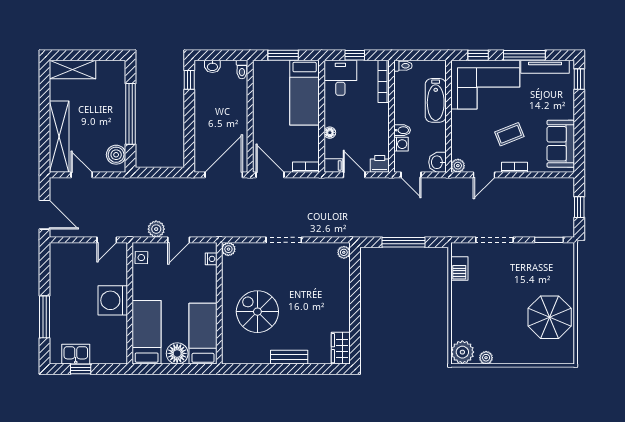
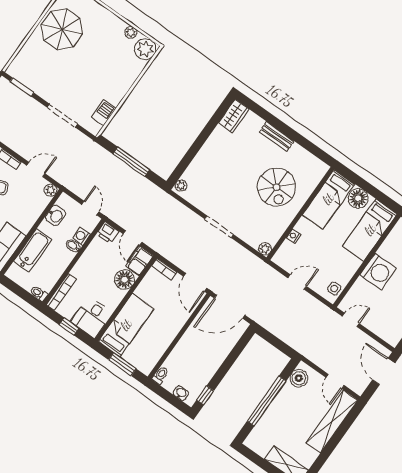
floor lamp: (330, 133) -> (125, 279), width x1.89, depth x1.89
washbasin: (437, 162) -> (55, 216), moved
filing cabinet: (333, 165) -> (139, 261), width x2.00
plant: (156, 229) -> (308, 302), removed
nightstand: (211, 259) -> (294, 236), moved

